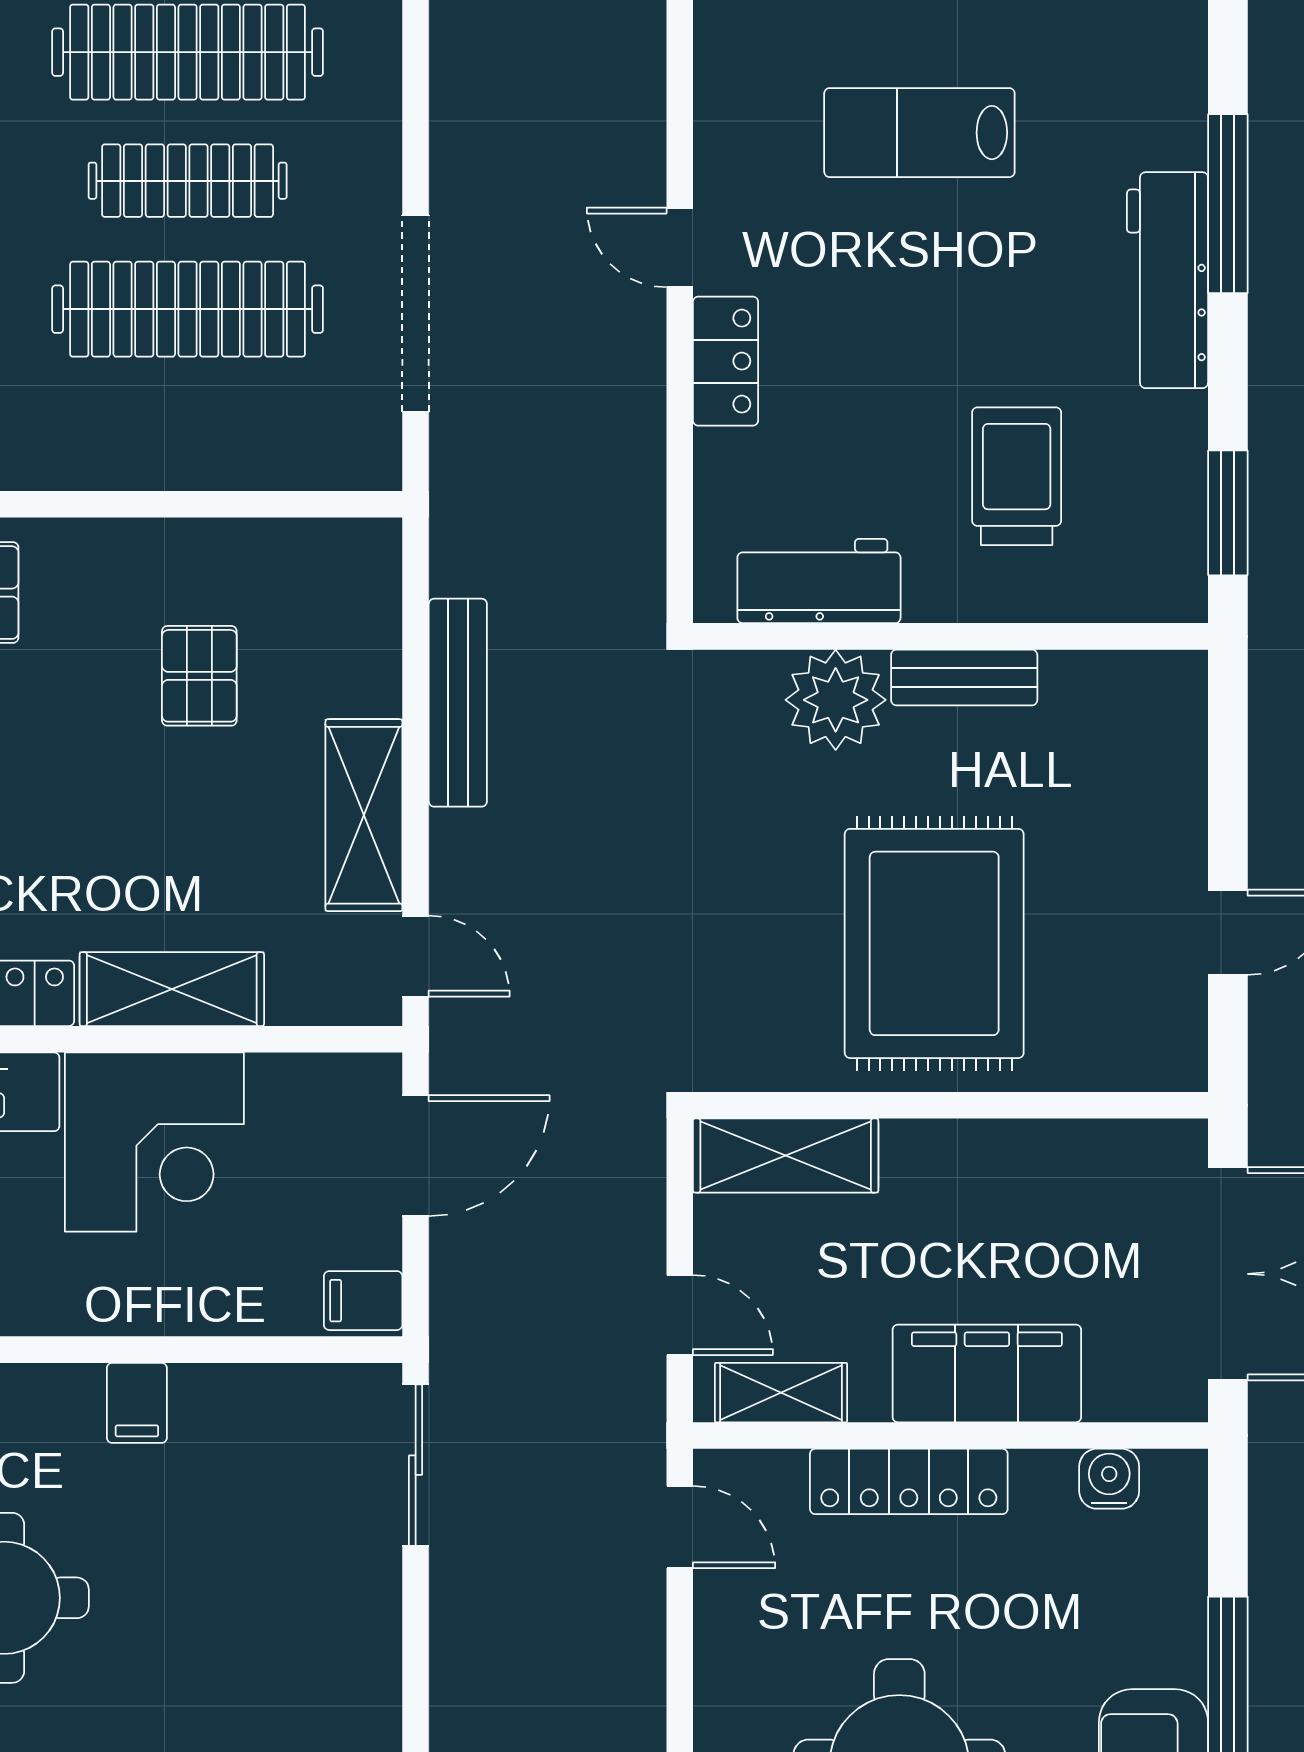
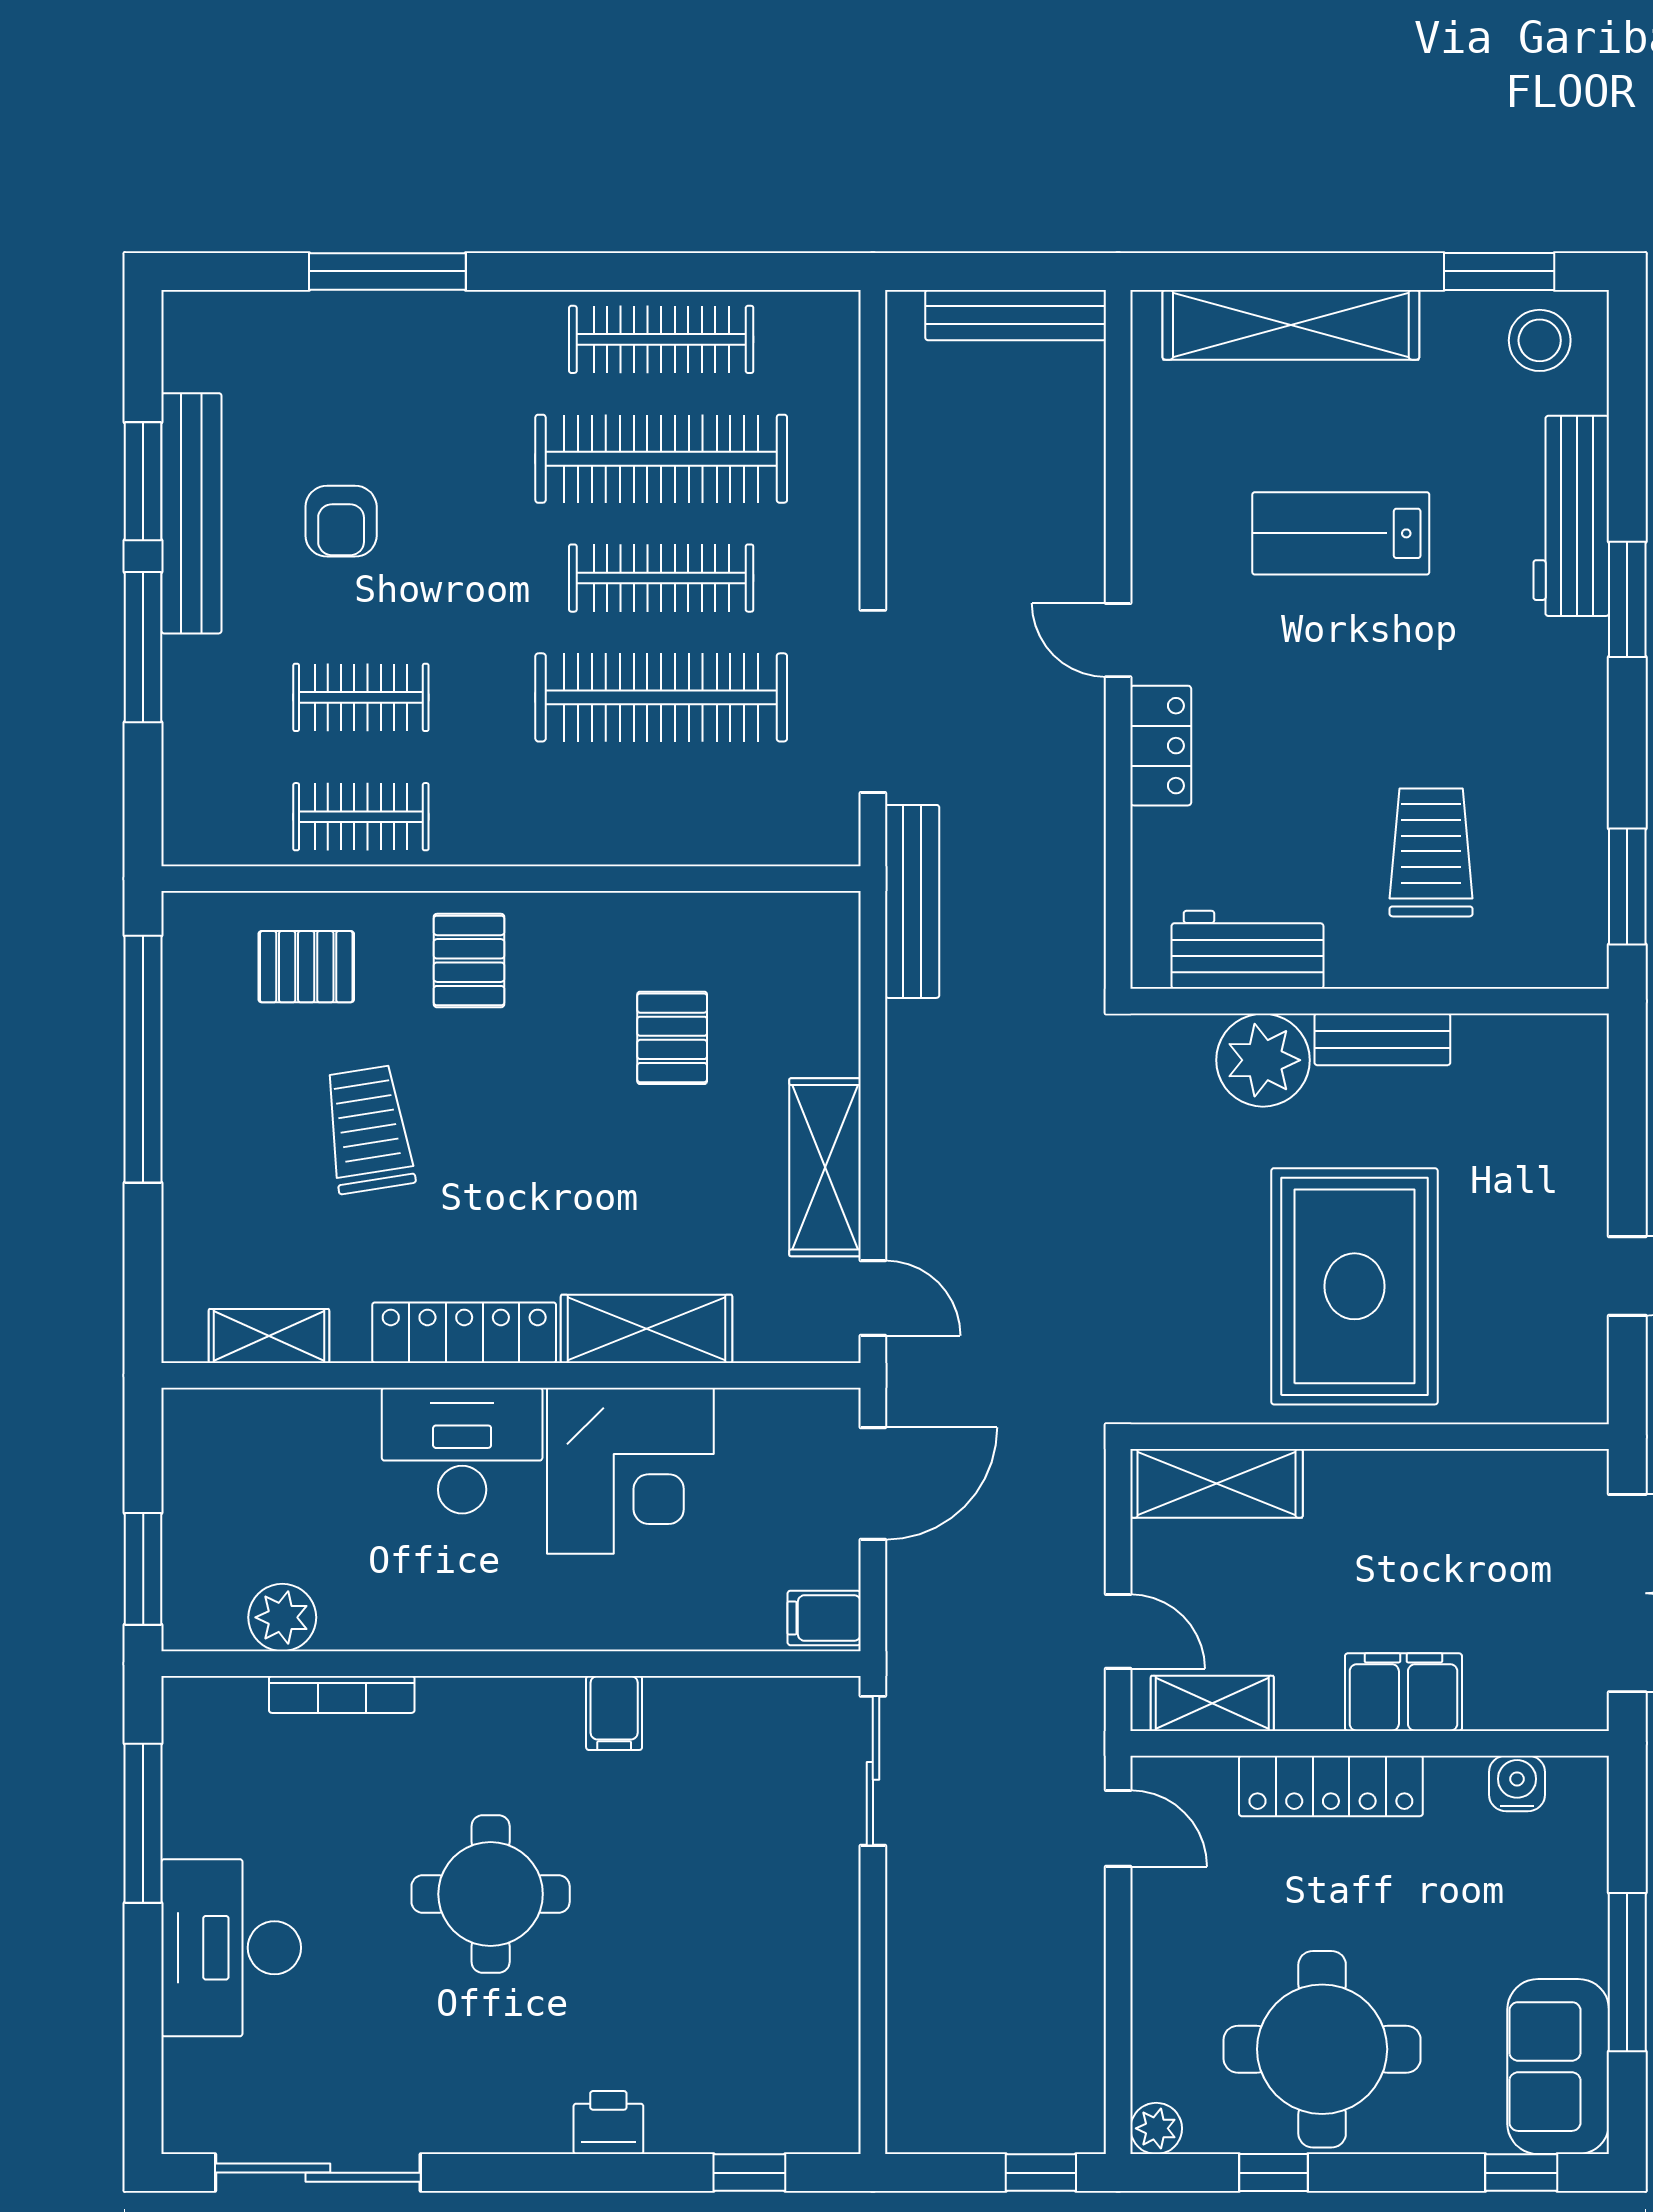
window: (1228, 204) -> (1627, 599), width x0.69
workbench: (1168, 280) -> (1571, 516), moved
bench: (458, 703) -> (912, 901), moved
filing cabinet: (987, 1373) -> (1403, 1692), width x0.67, depth x0.86

